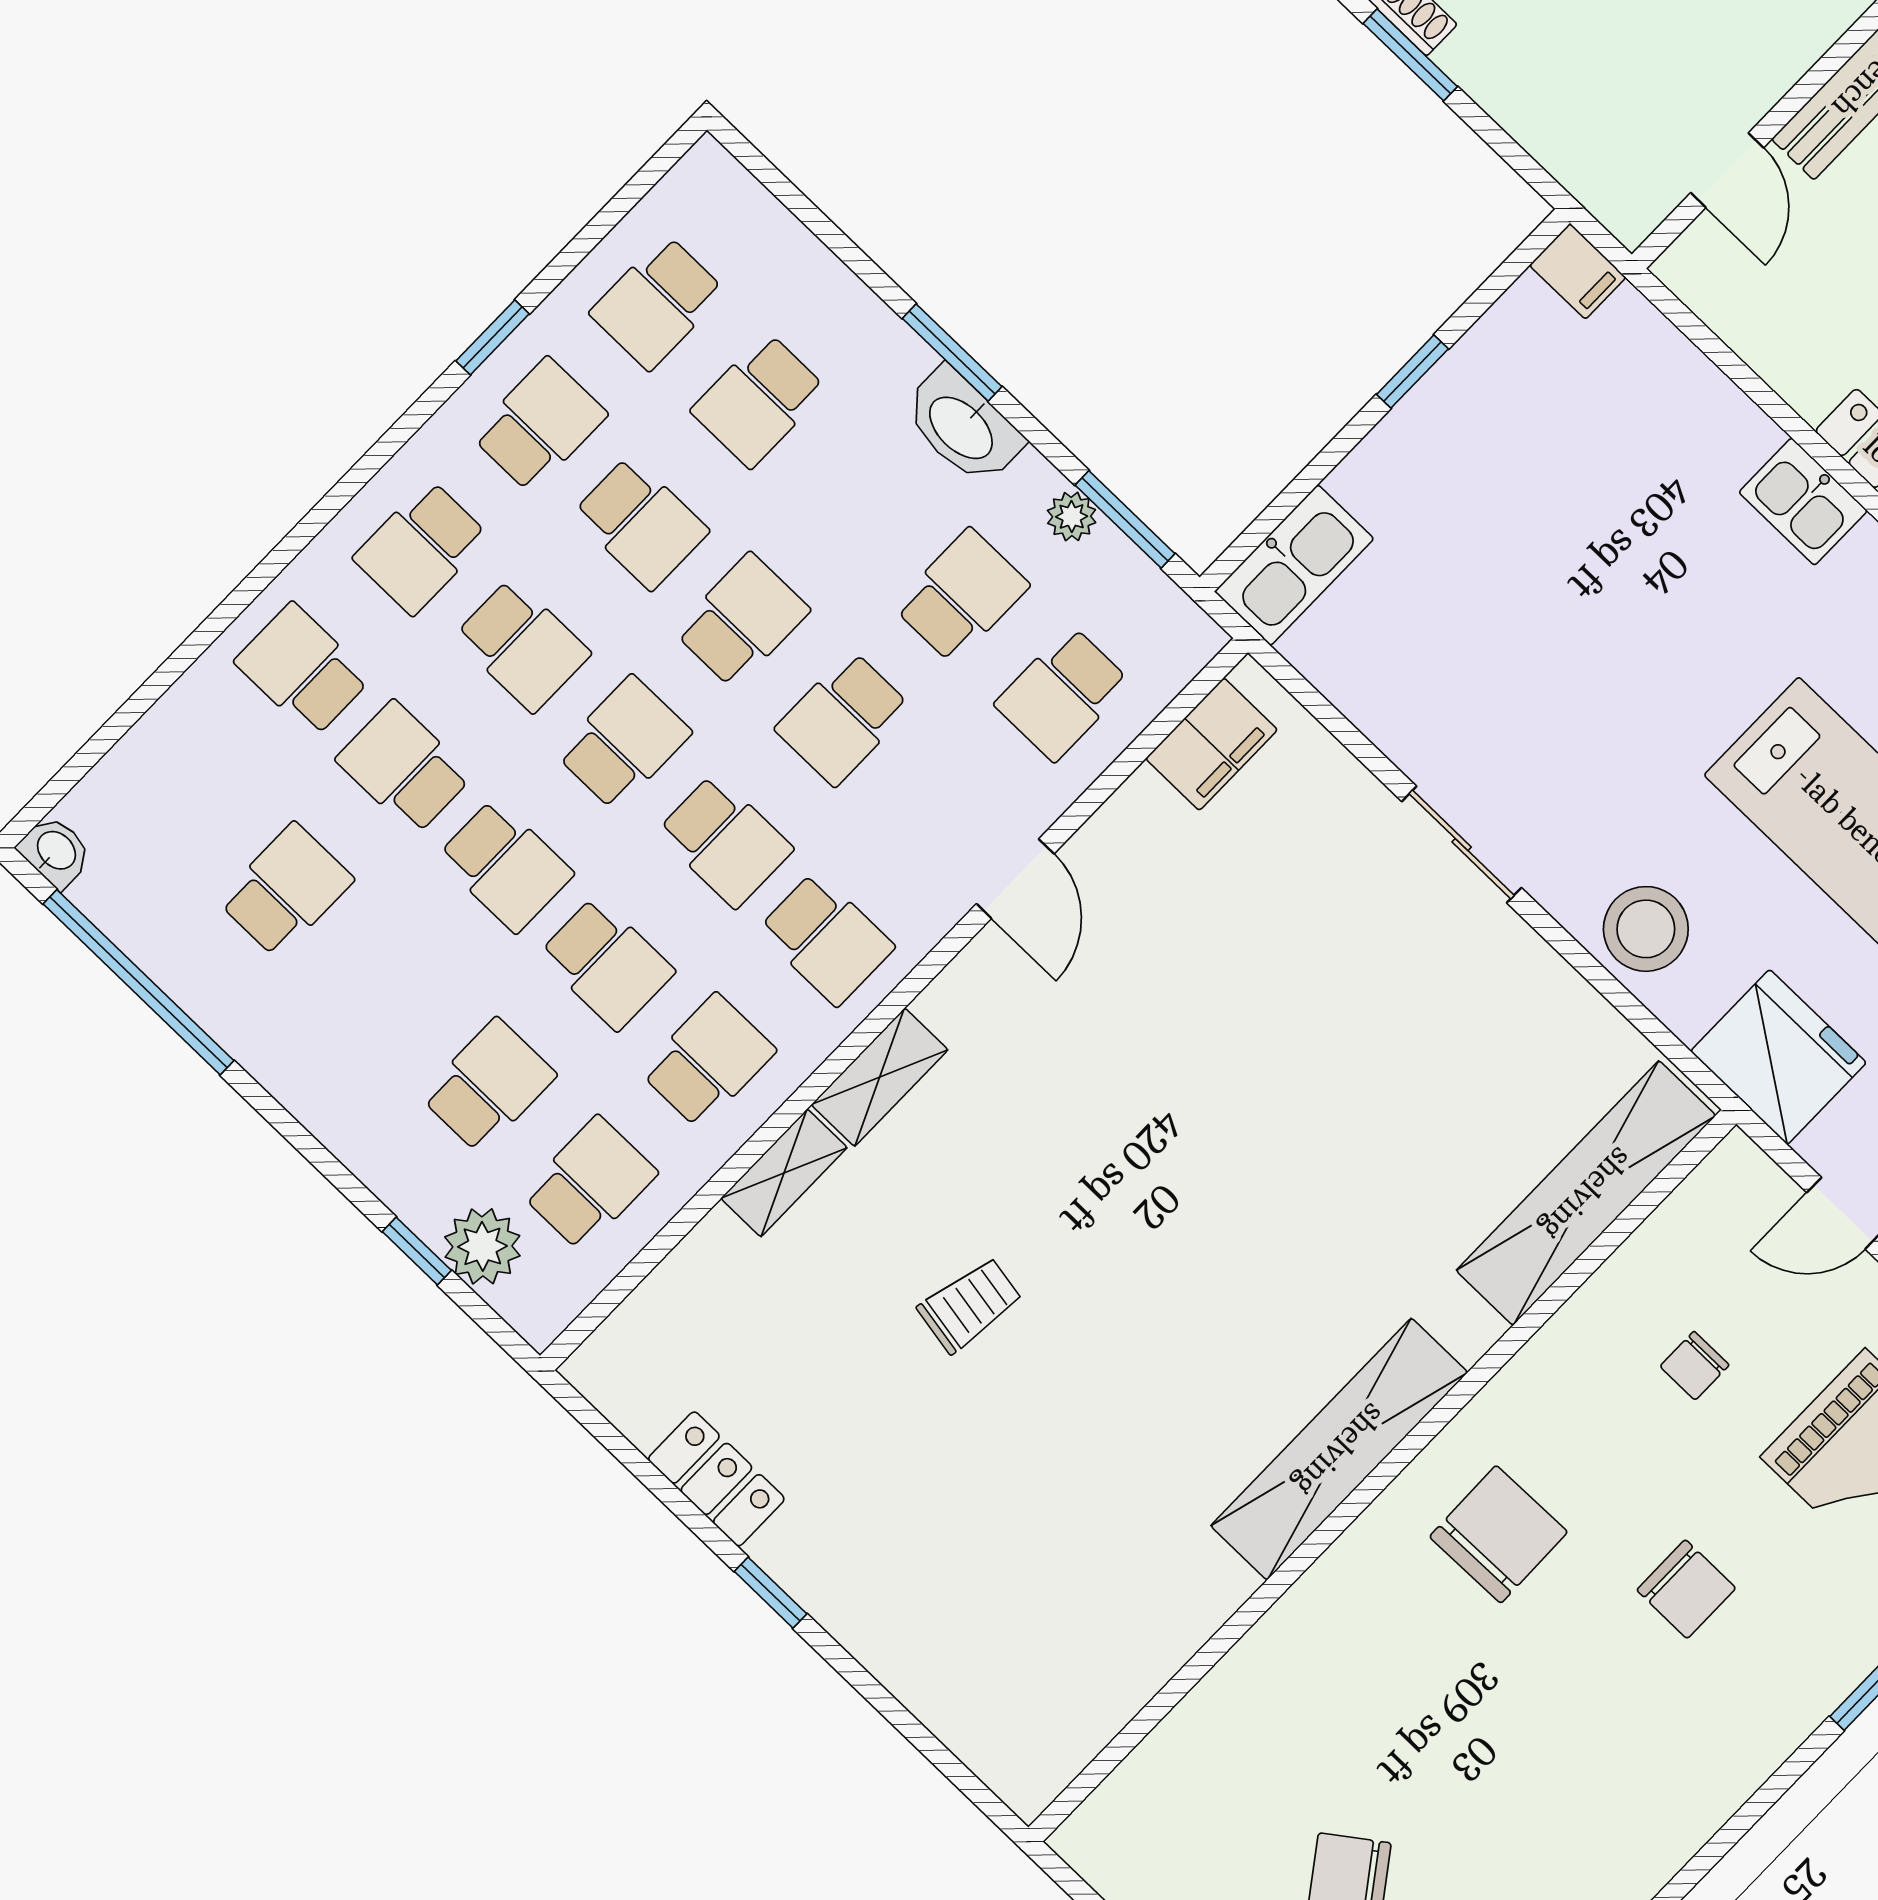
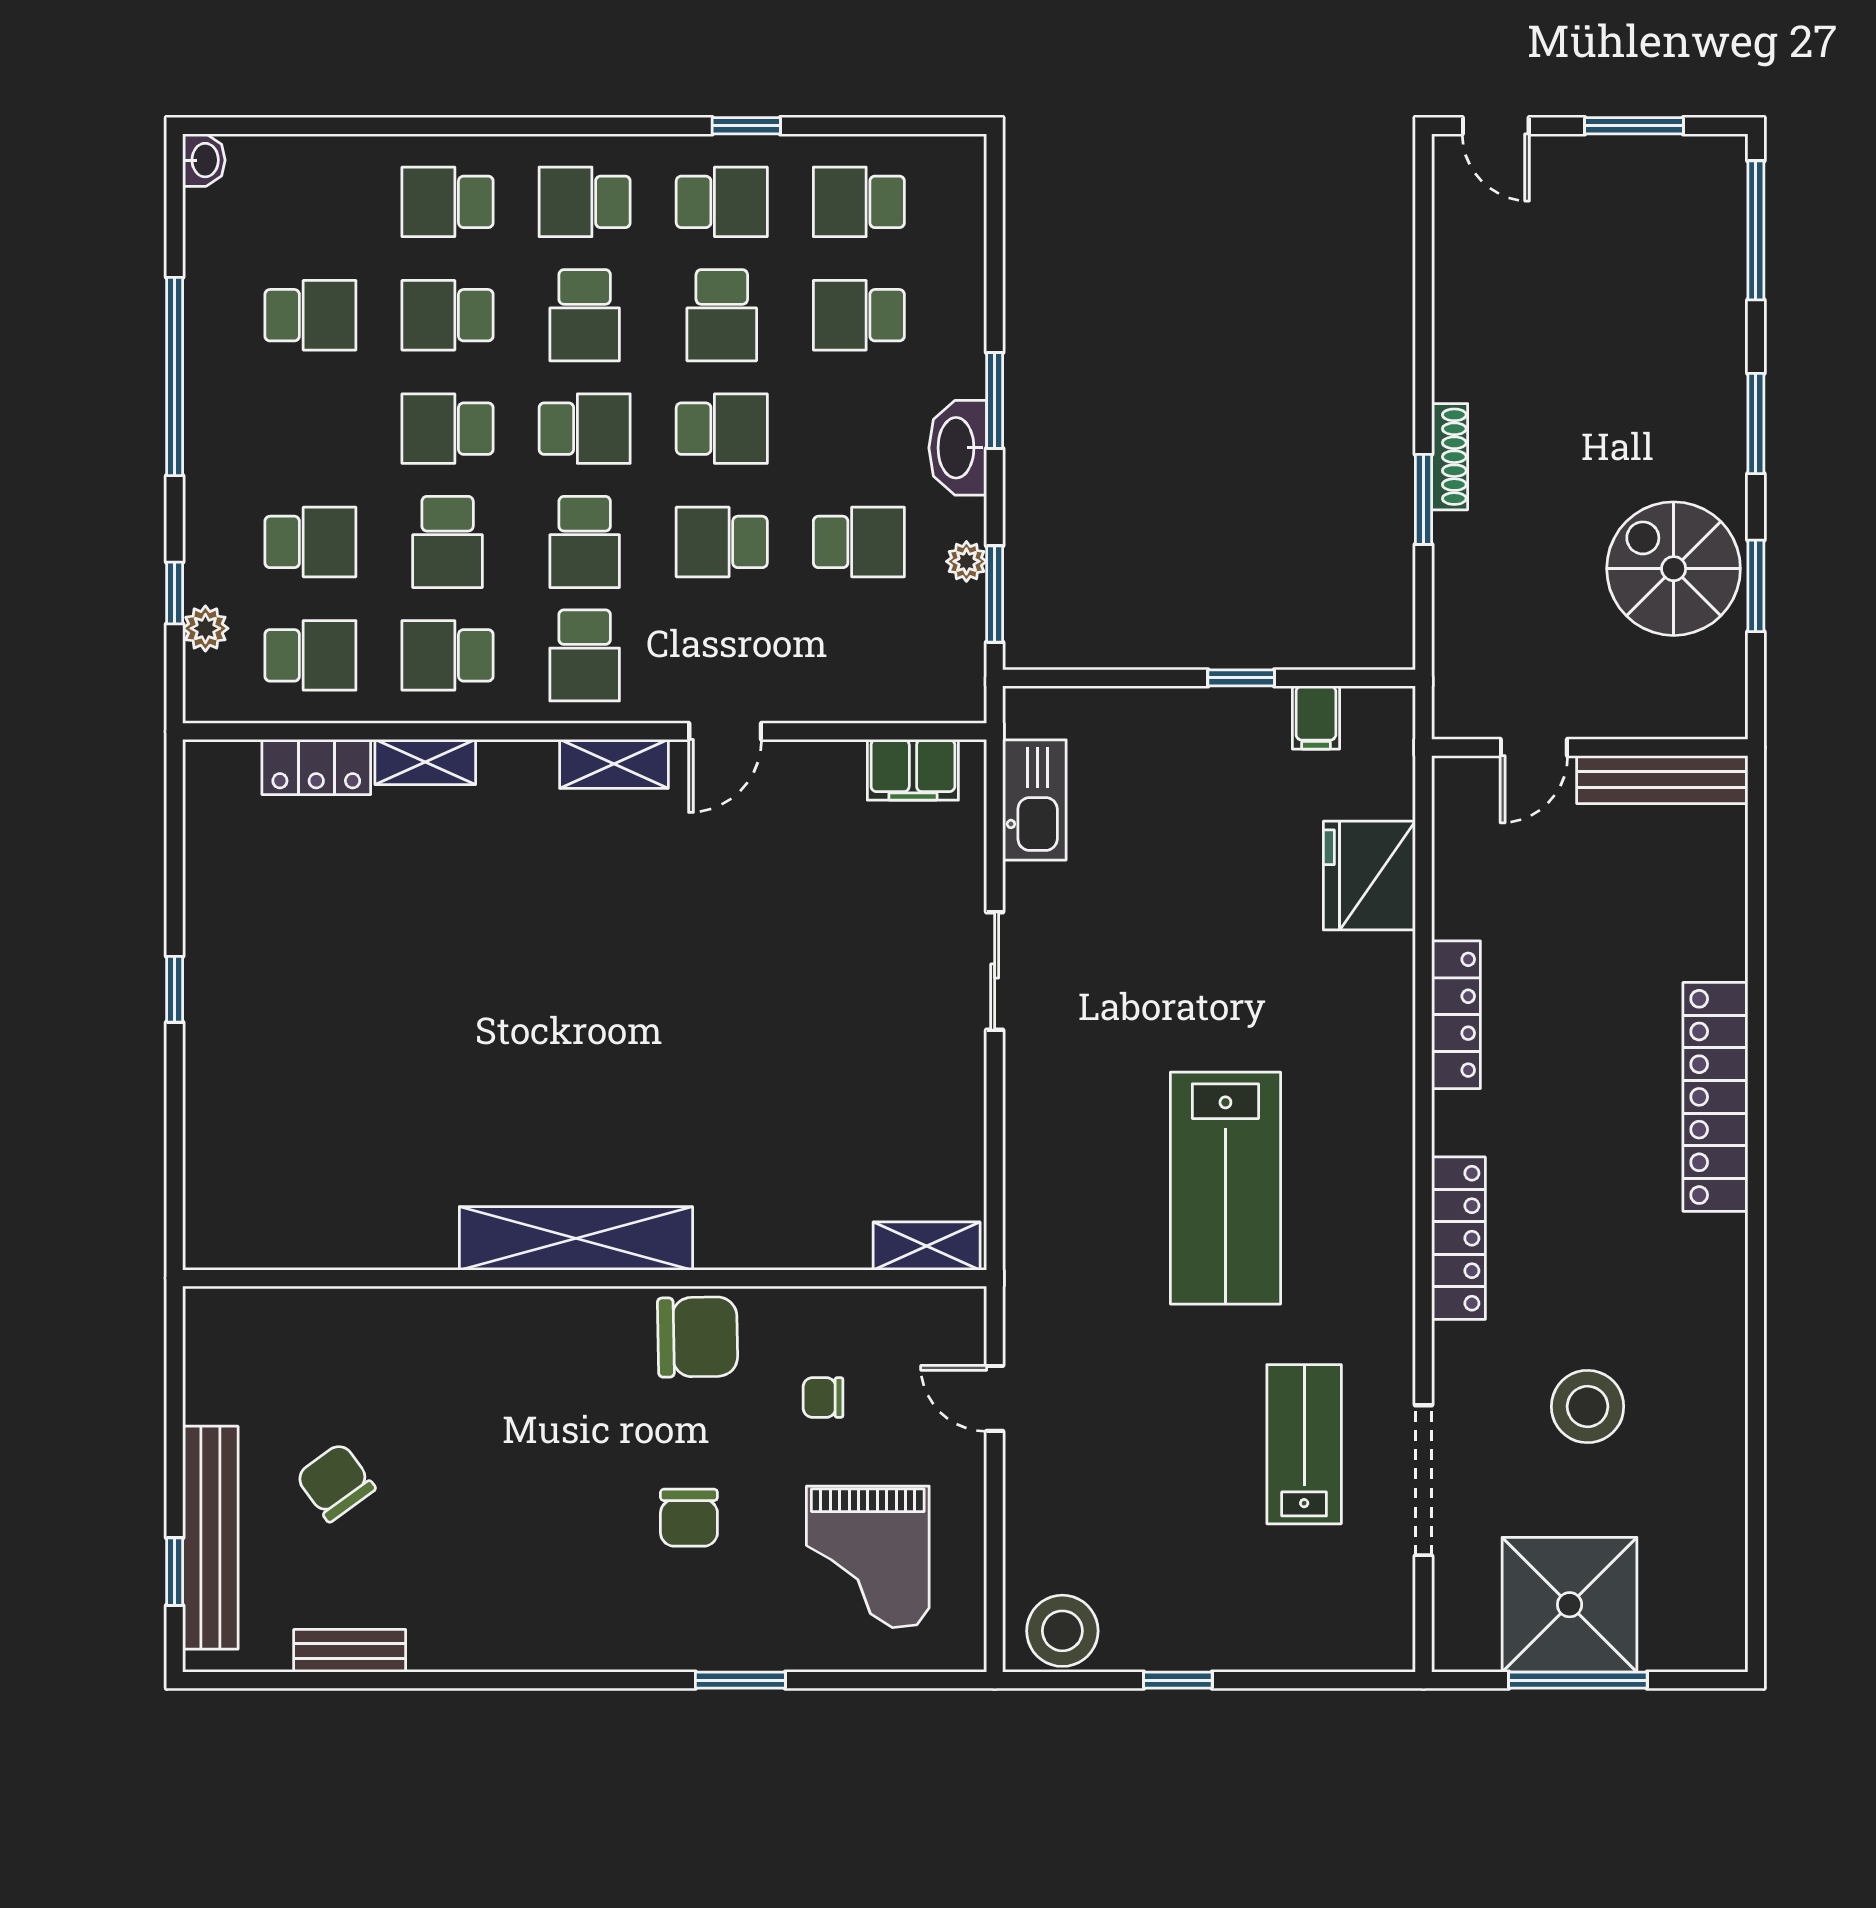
filing cabinet: (1578, 271) -> (1316, 717), moved
kitchen sink: (1803, 501) -> (1385, 977), removed
kitchen sink: (1294, 565) -> (1034, 800), moved, turned -90
school desk: (303, 670) -> (448, 202), turned -90
school desk: (1063, 694) -> (859, 655), removed
school desk: (404, 768) -> (448, 315), turned -90
school desk: (505, 865) -> (448, 429), turned 90
stool: (1646, 929) -> (1049, 1125), removed
window: (139, 982) -> (175, 376), moved
fridge: (1778, 1057) -> (1369, 876), moved, turned 180
school desk: (708, 1061) -> (448, 655), turned 180
shelving: (880, 1077) -> (614, 764), moved
shelving: (1586, 1193) -> (927, 1246), width x0.45, depth x0.75
plant: (482, 1246) -> (205, 628), width x0.73, depth x0.73
trolley: (970, 1305) -> (453, 944), removed
locker: (716, 1479) -> (316, 767), moved, turned 90
chair: (1499, 1534) -> (698, 1337), moved

